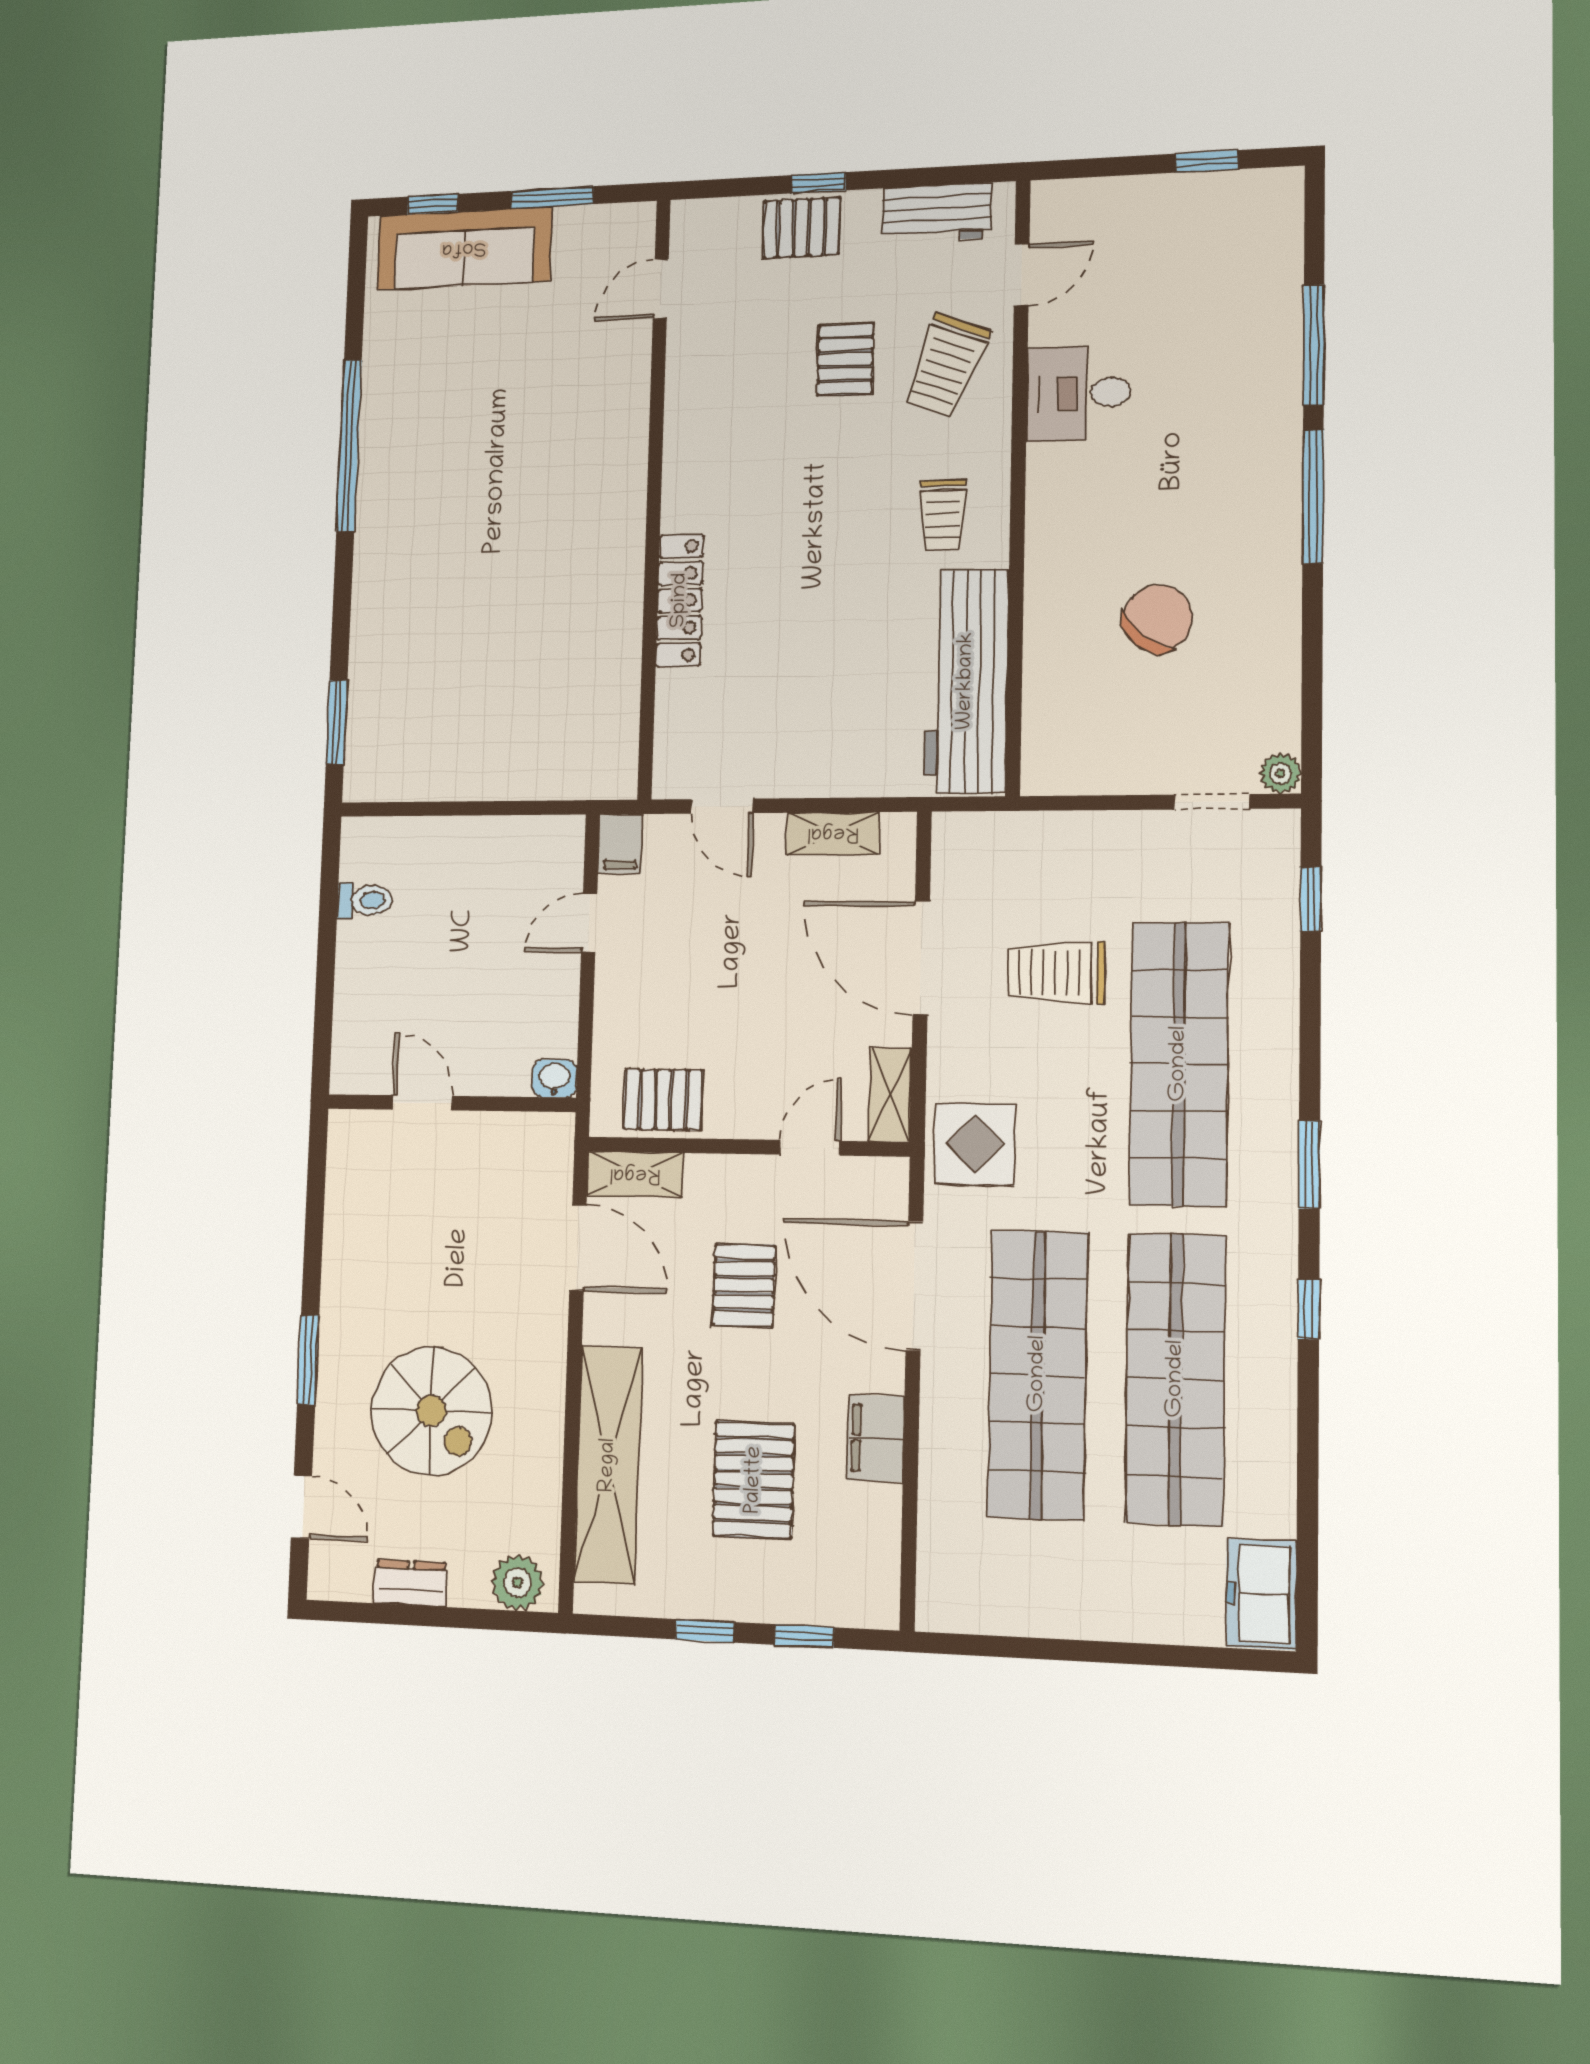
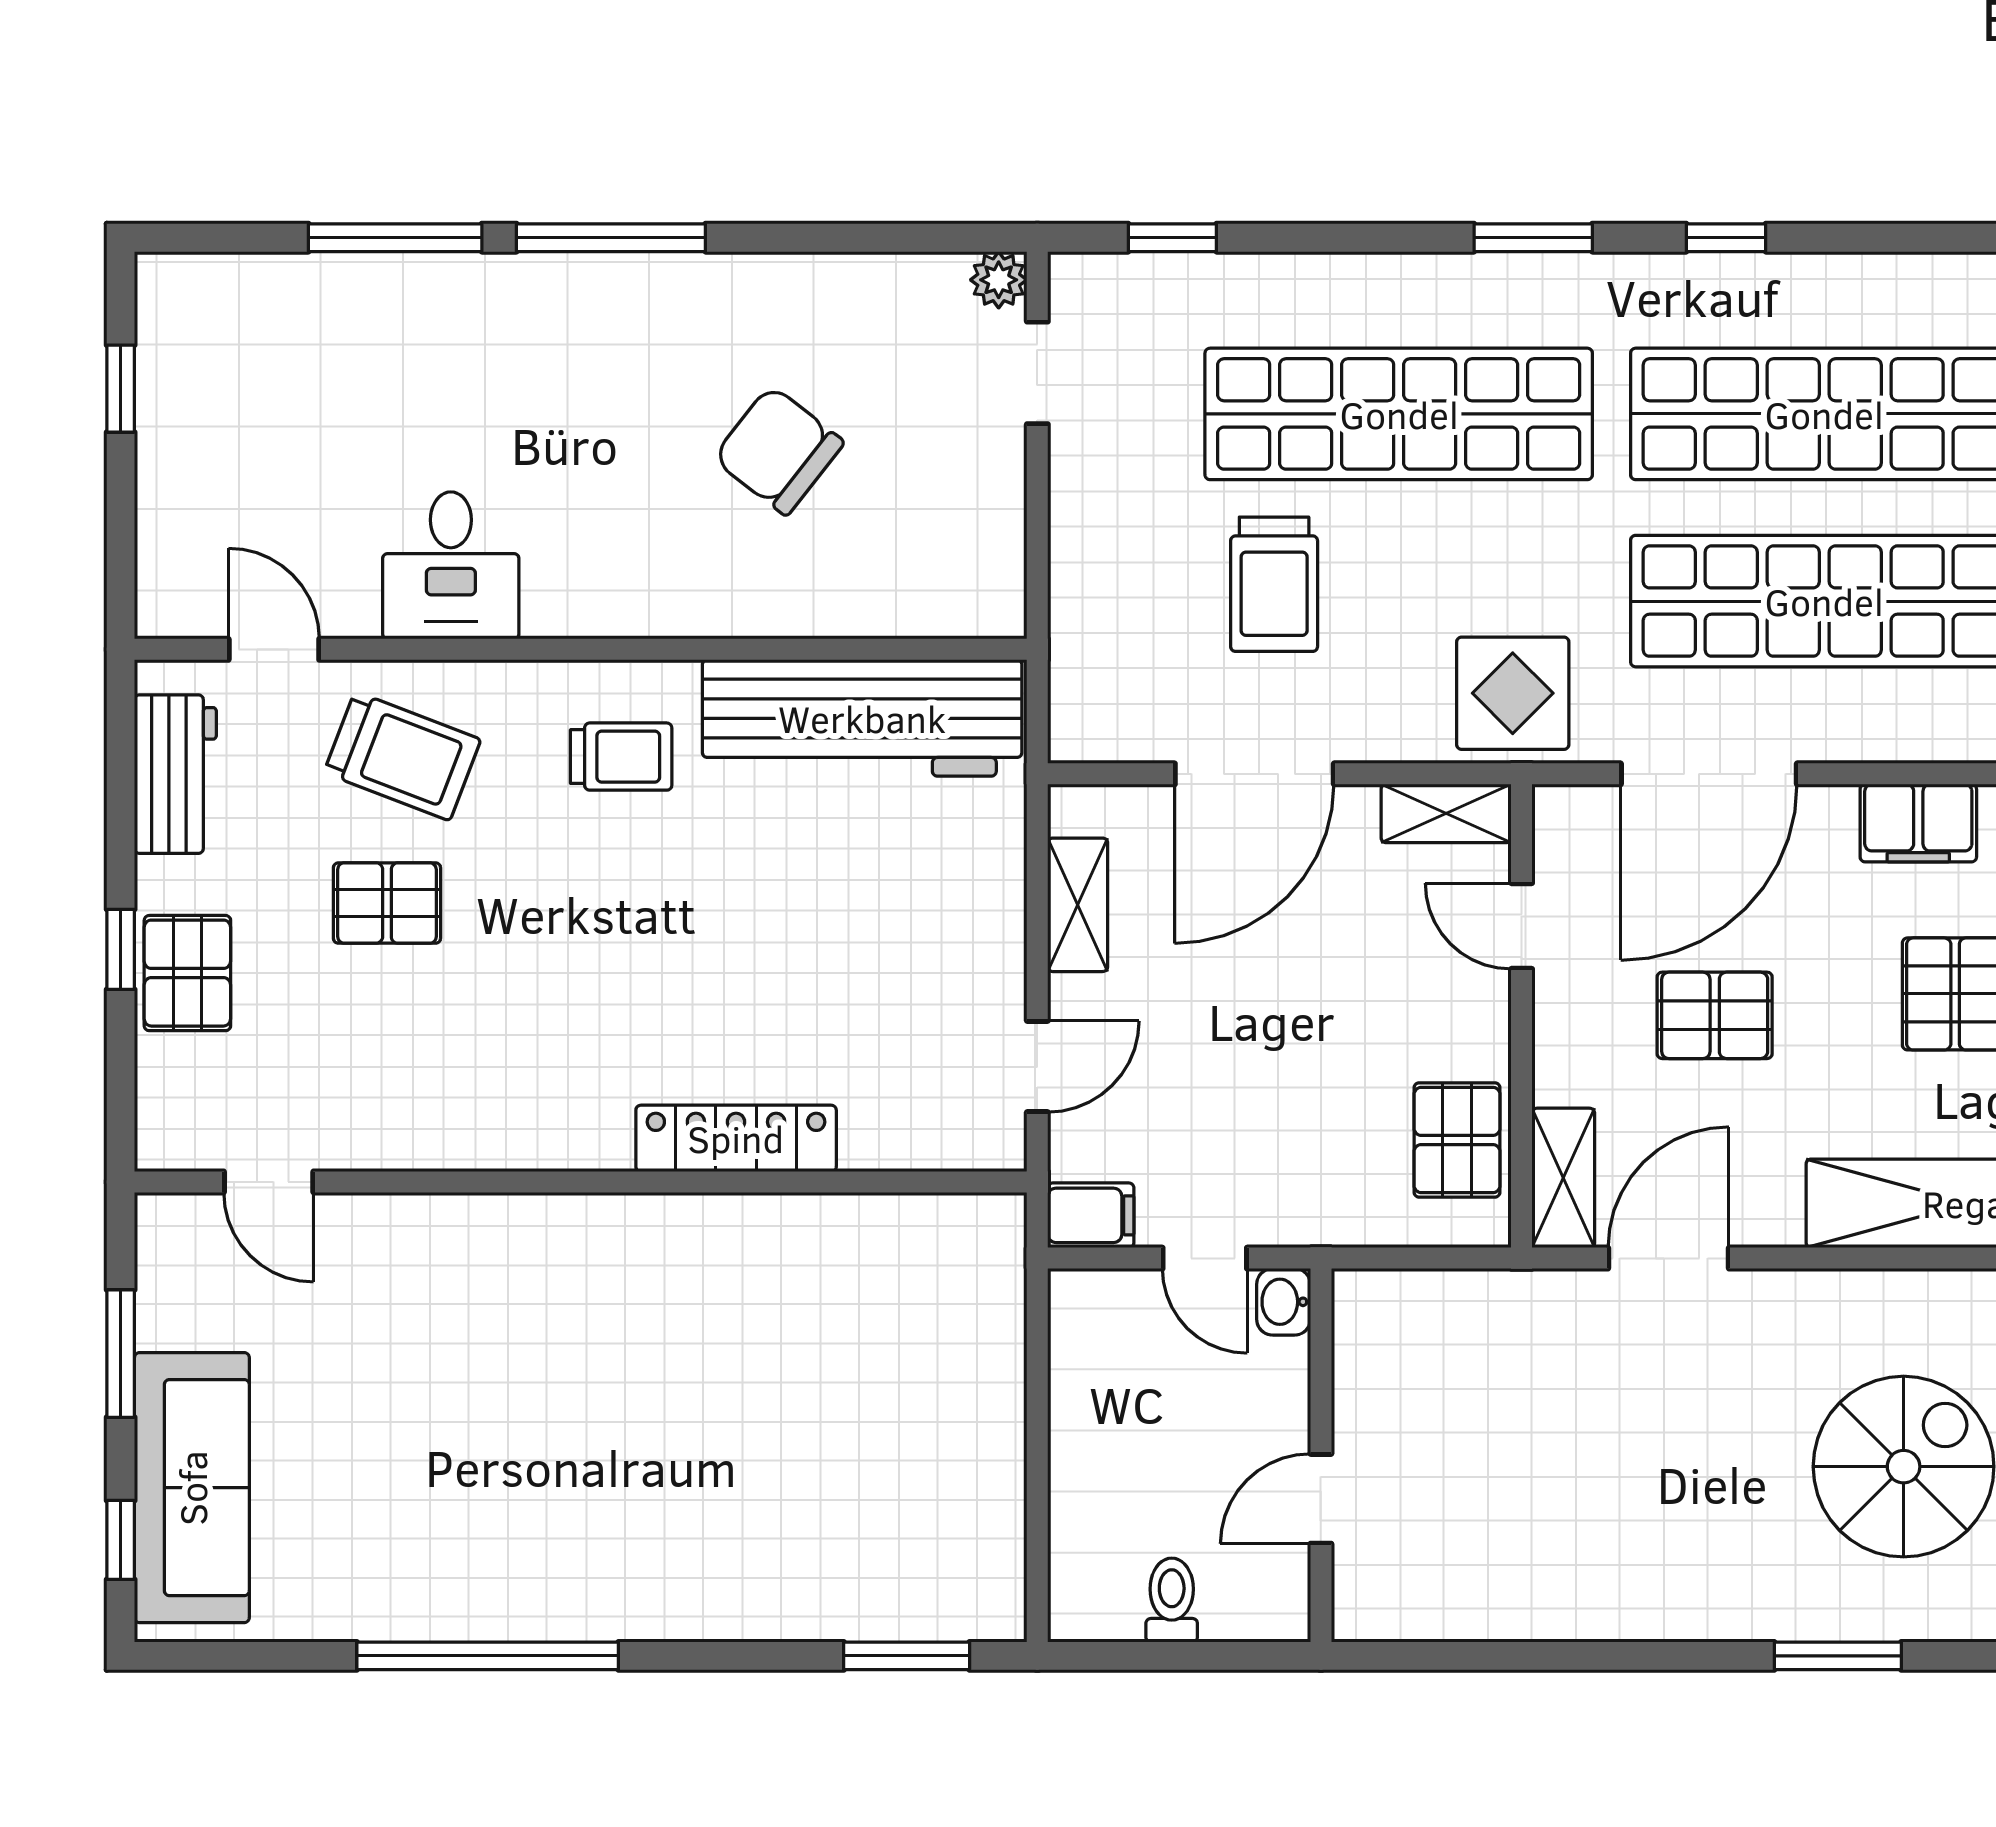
washbasin: (554, 1078) -> (1284, 1302), moved
door: (422, 1103) -> (1321, 1499), moved
wall: (451, 1103) -> (1321, 1455), moved

